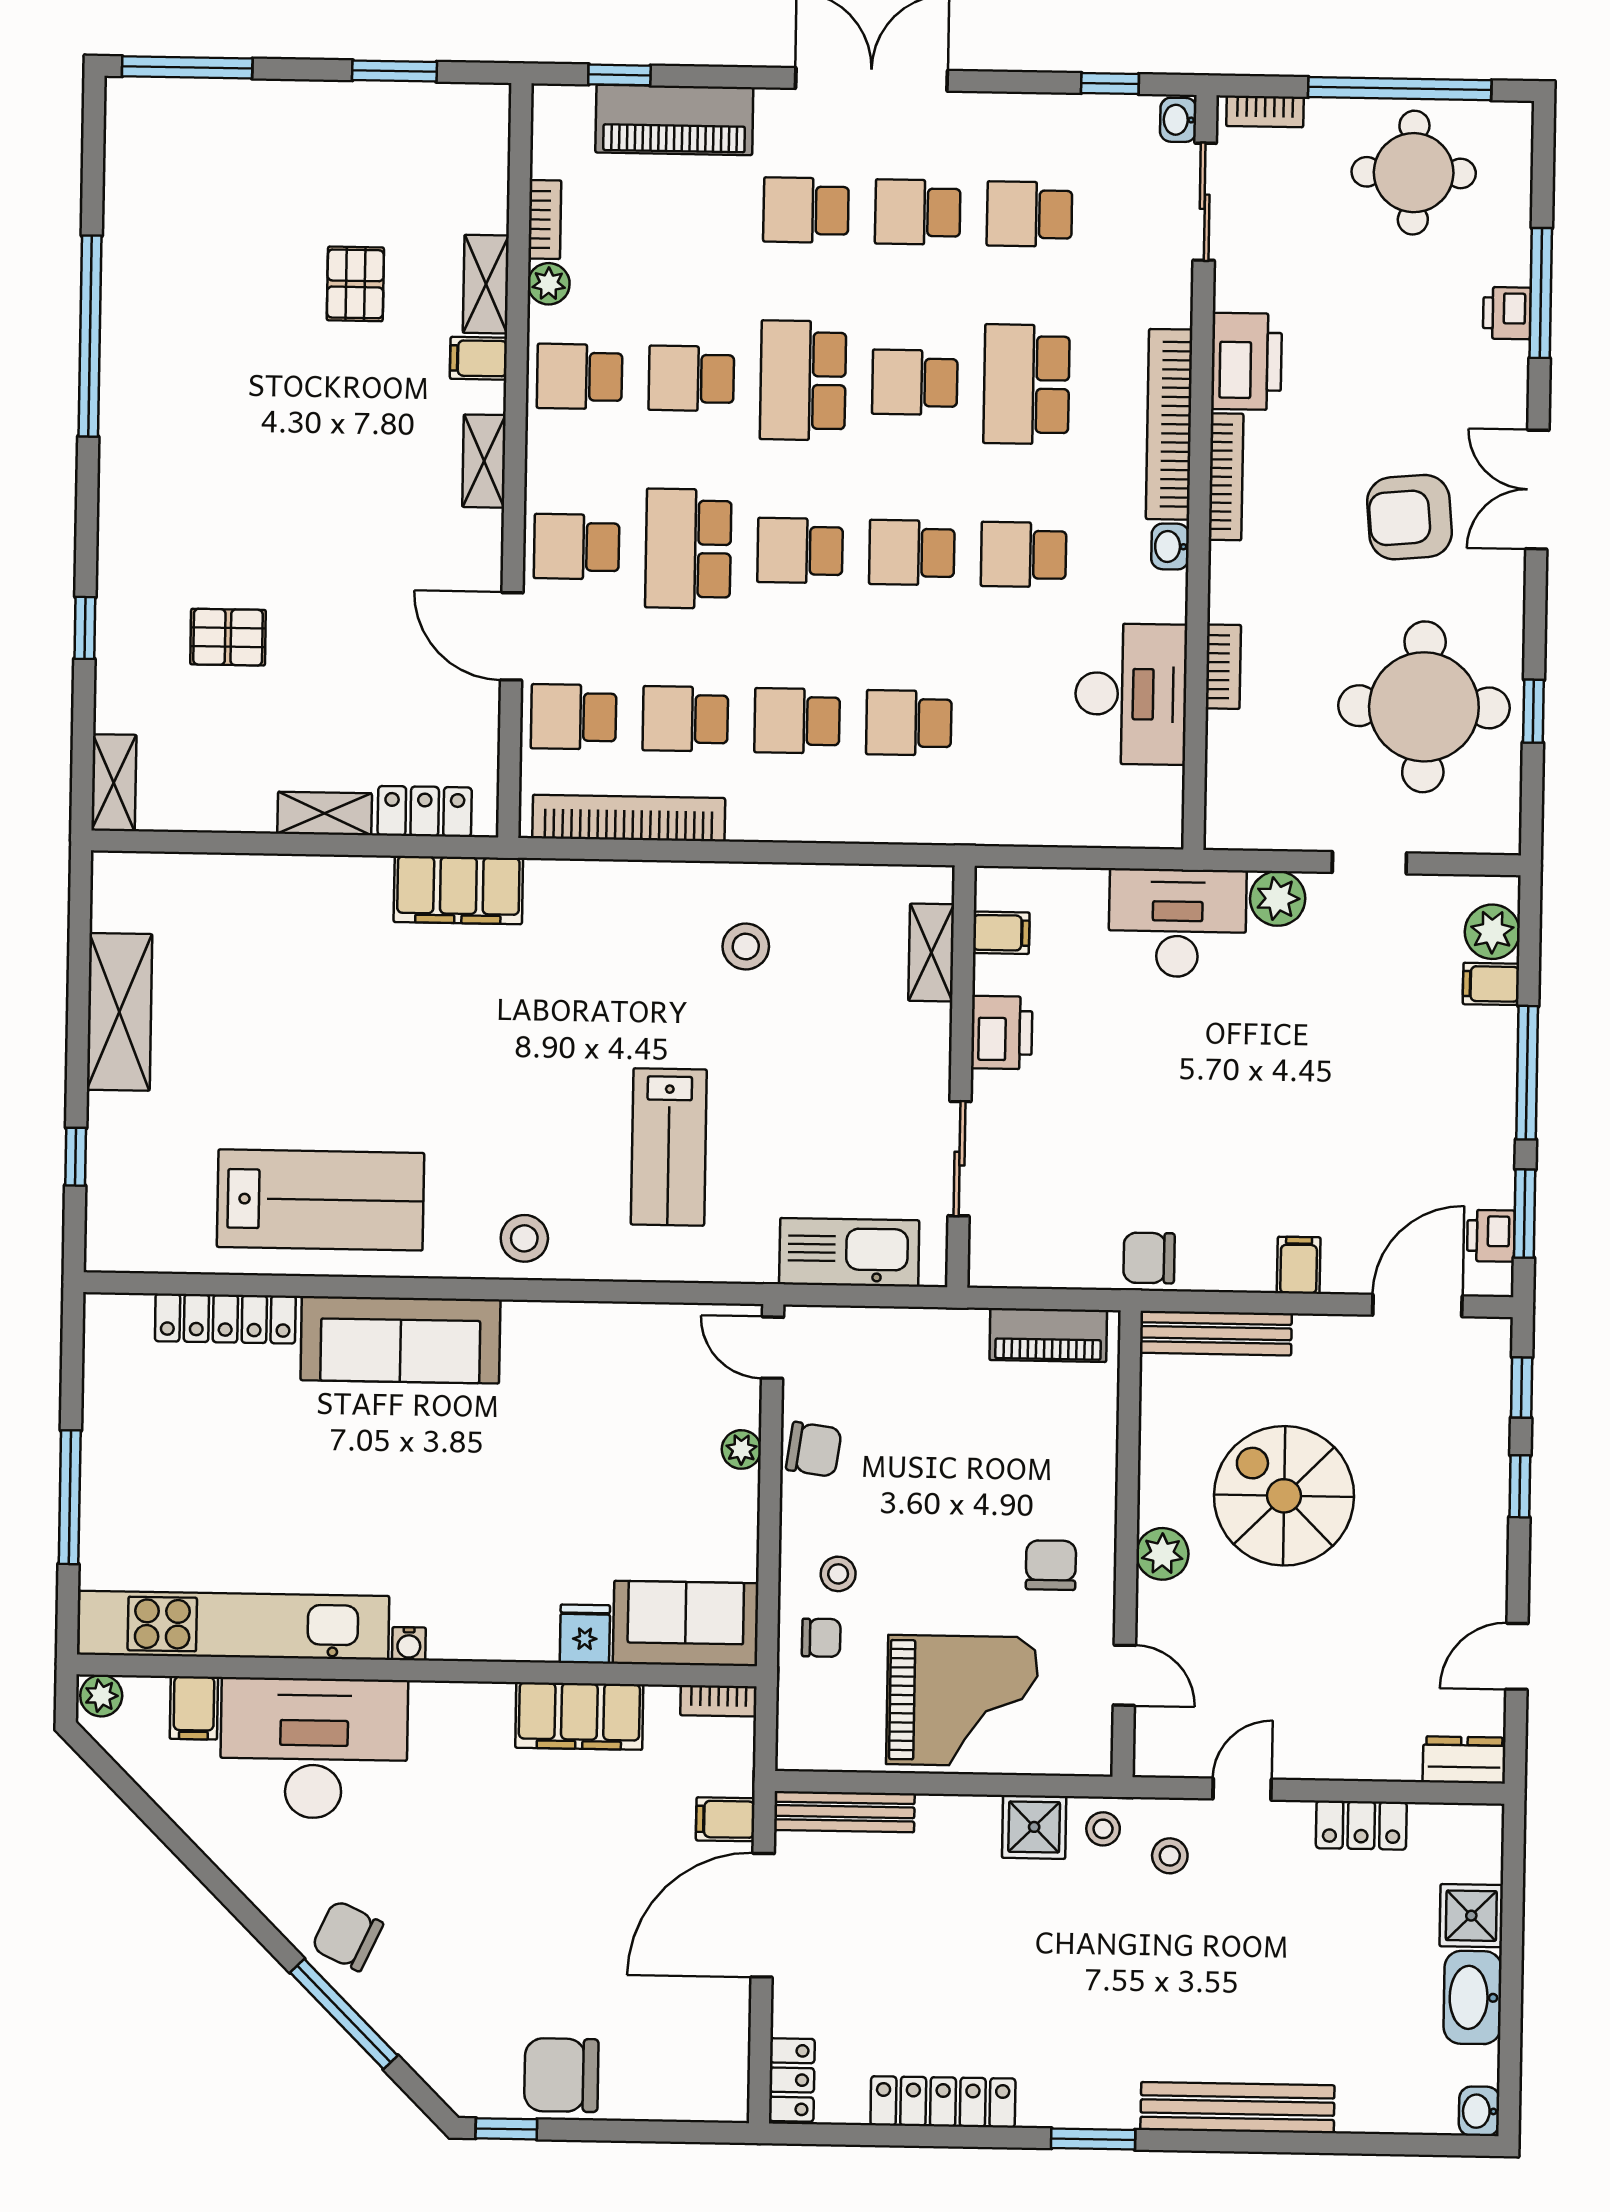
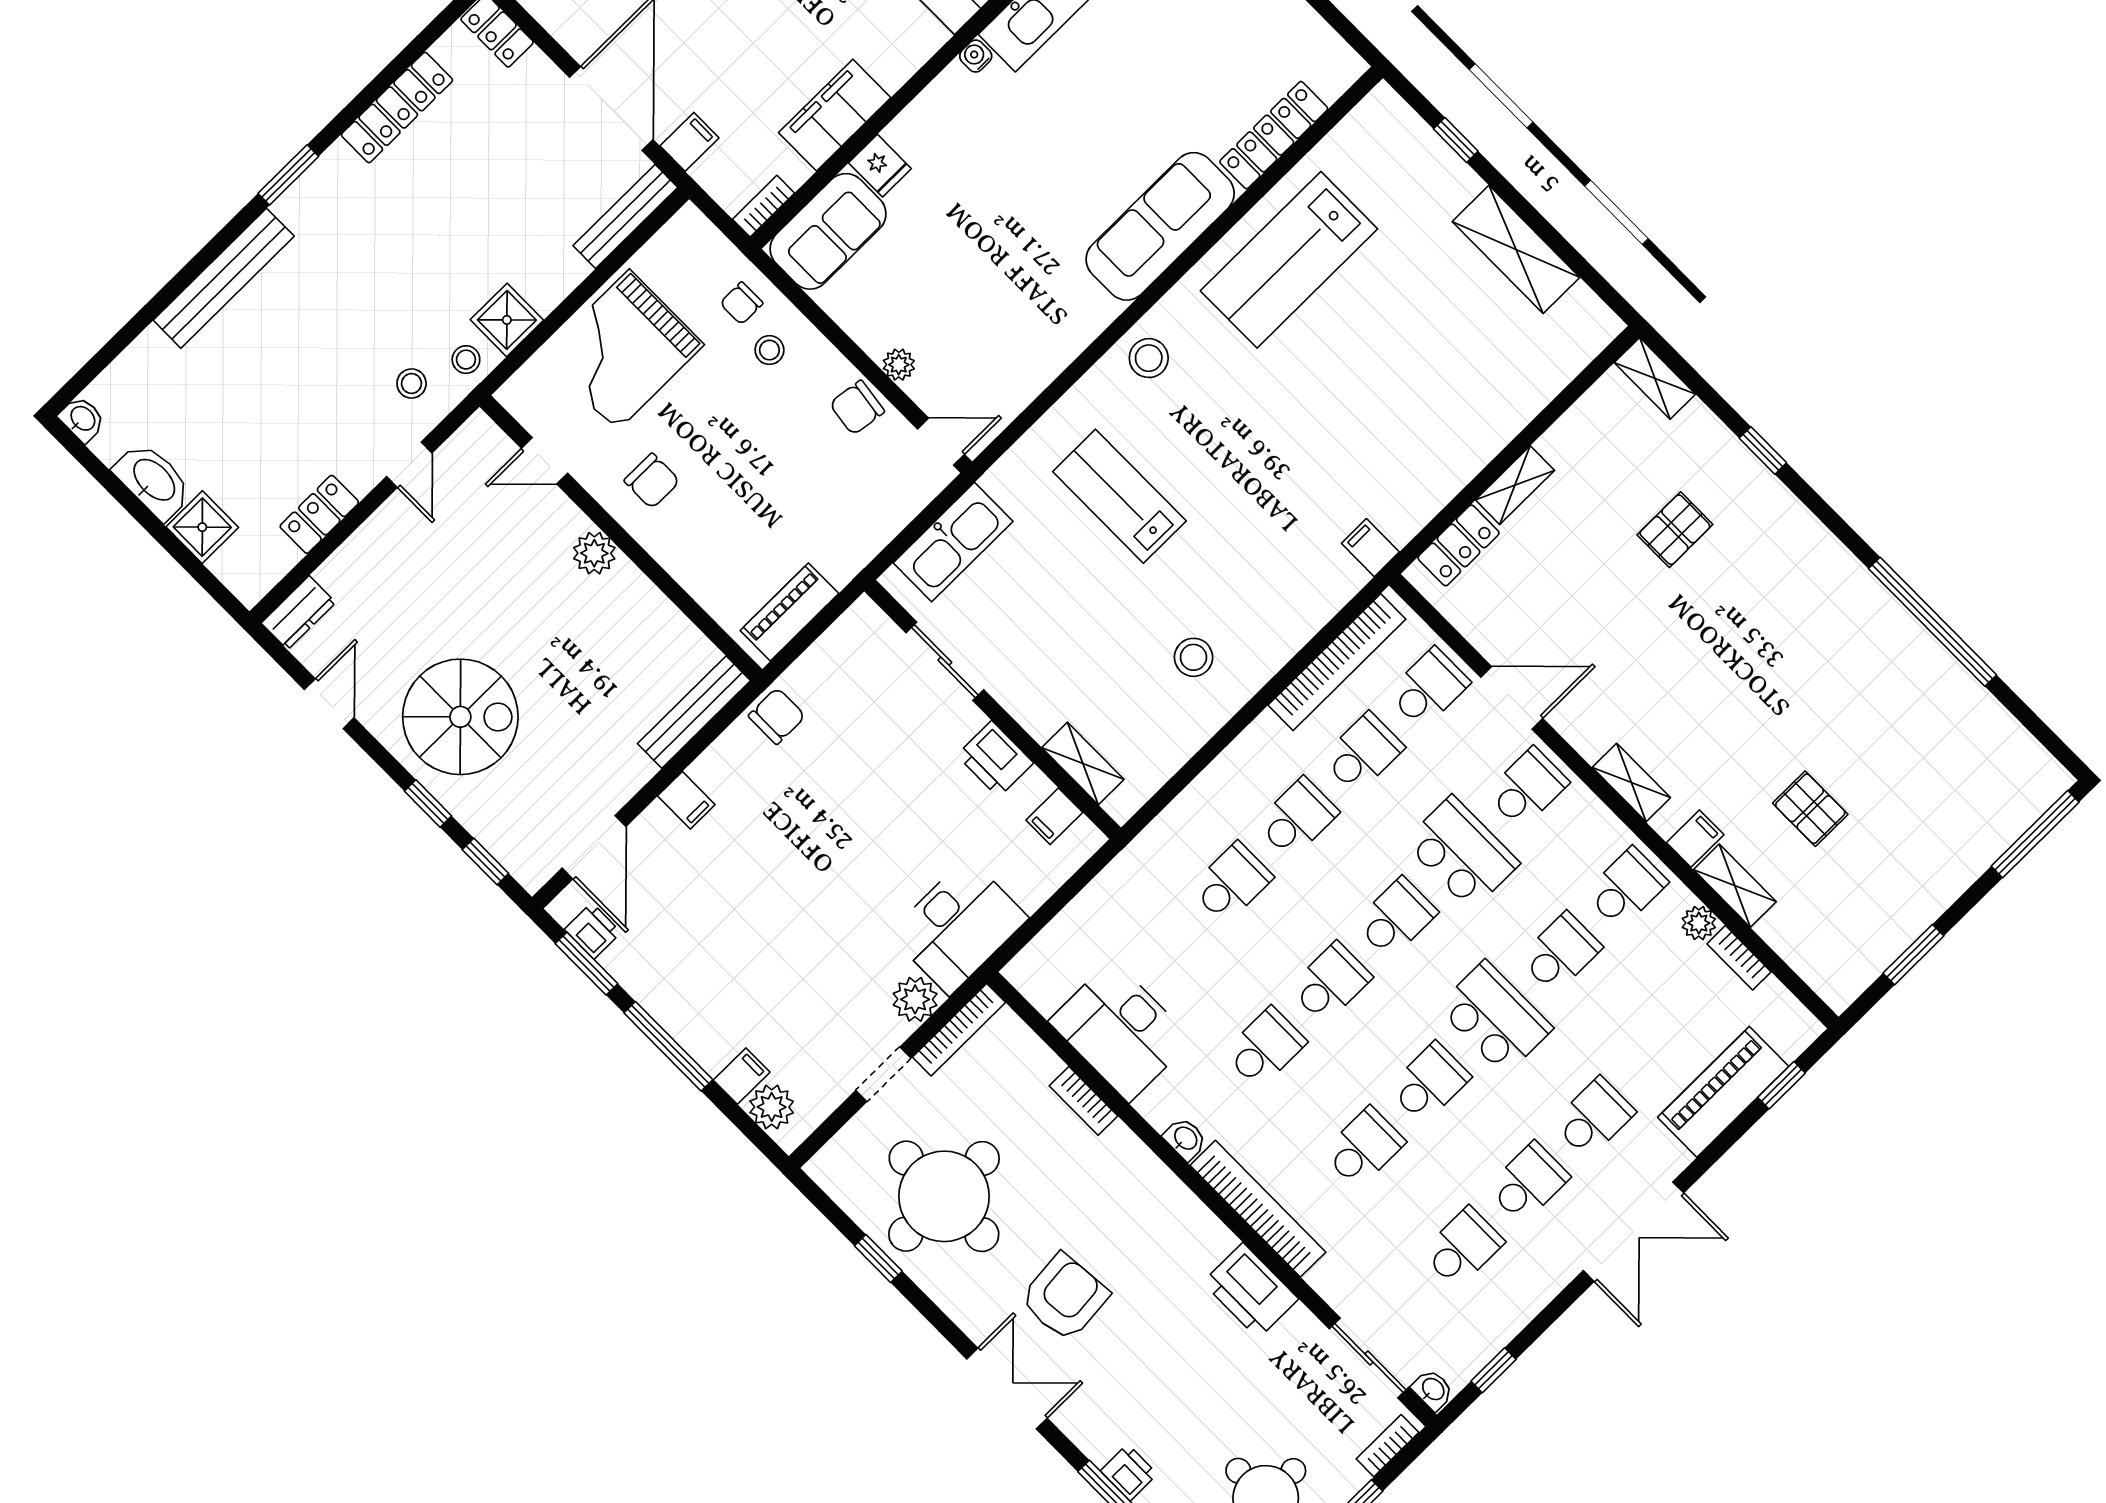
school desk: (1026, 384) -> (1364, 1147), width x0.54
bookcase: (1226, 477) -> (959, 1030), moved, turned -90
filing cabinet: (458, 890) -> (1370, 548), width x0.33, depth x0.86
spiral stairs: (1284, 1496) -> (460, 717), moved

